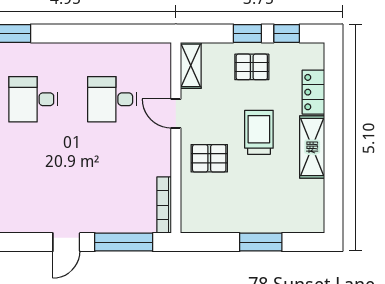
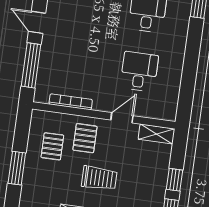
pallet: (252, 67) -> (52, 146), moved
bookcase: (164, 205) -> (71, 102), moved

